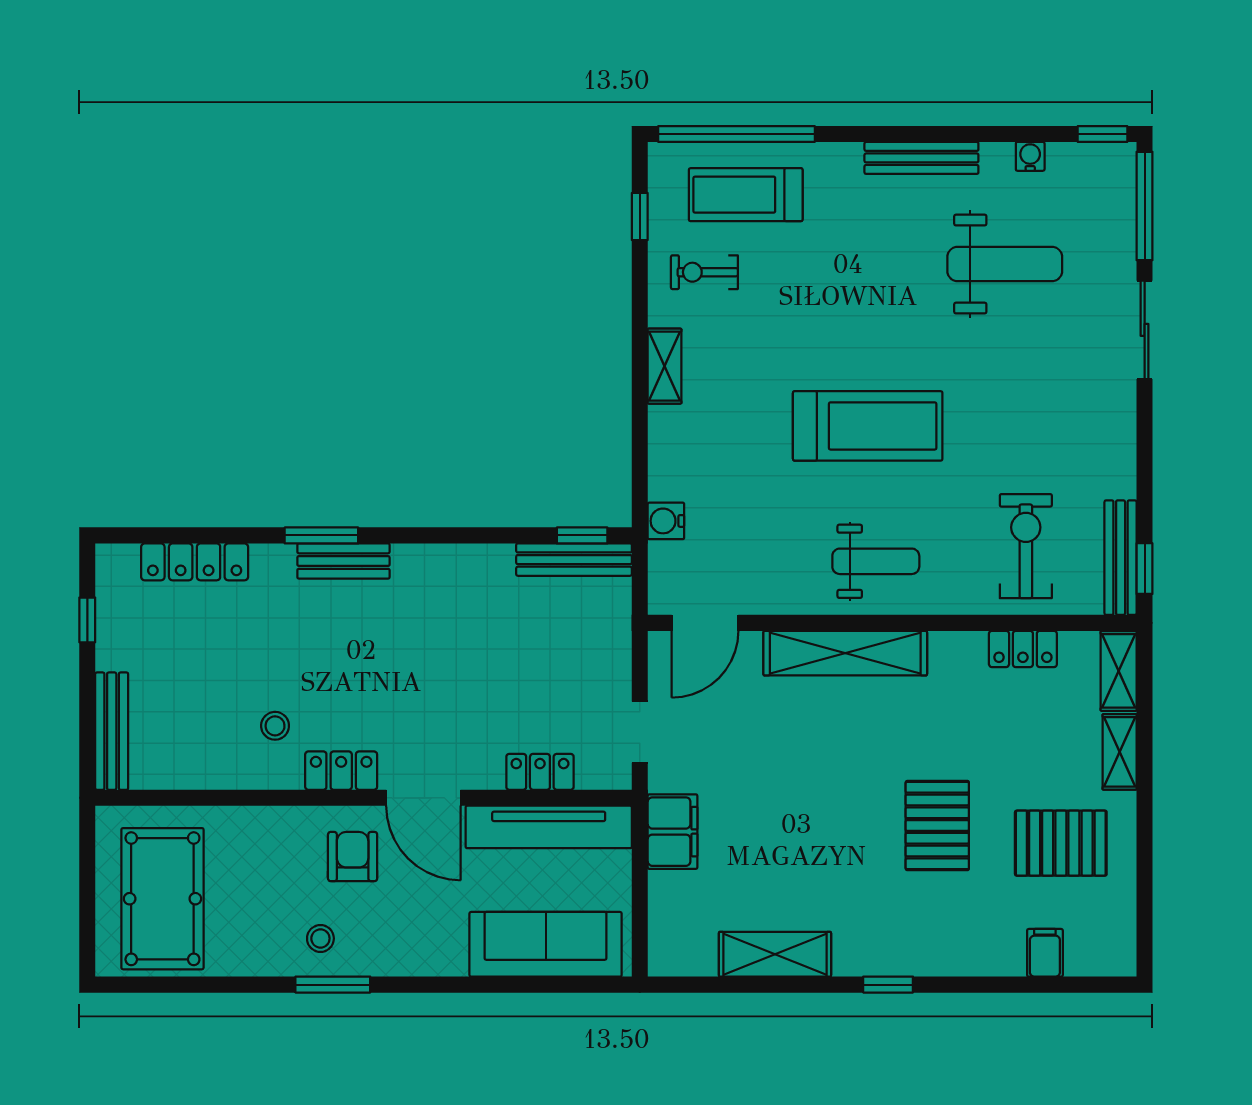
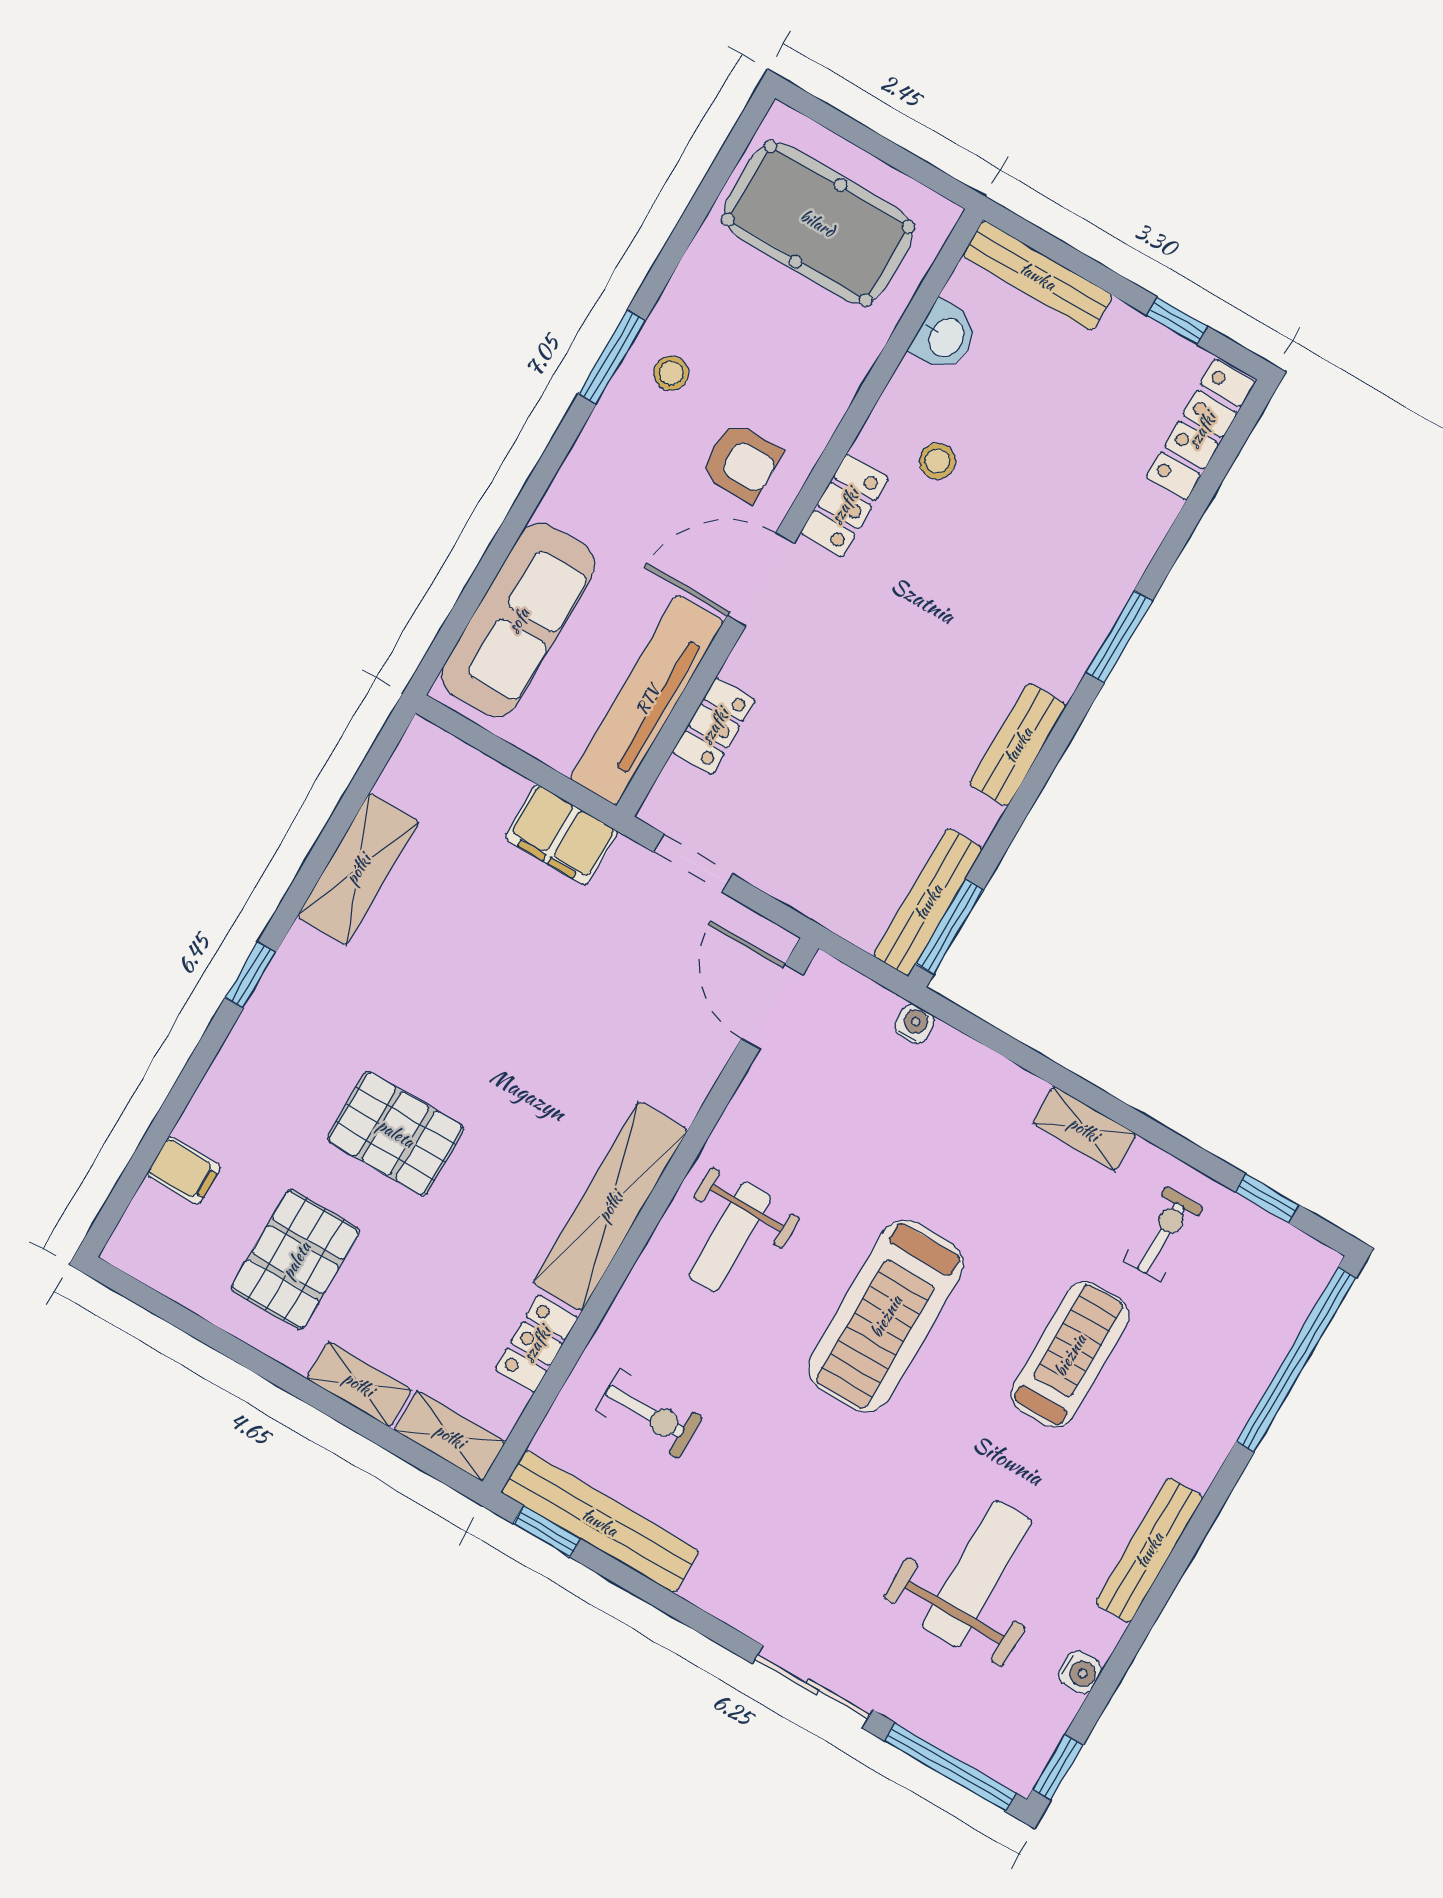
treadmill: (746, 195) -> (1070, 1355), moved
weight bench: (1005, 264) -> (977, 1574), turned 180
water cooler: (666, 521) -> (914, 1024), width x0.72, depth x0.72
window: (582, 535) -> (950, 927), width x1.50
exercise bike: (1026, 546) -> (649, 1414), width x0.73, depth x0.72
bench: (1121, 558) -> (600, 1522), width x1.37, depth x1.21
bench: (343, 561) -> (1018, 745), moved
locker: (195, 562) -> (1201, 430), moved
shelving: (845, 653) -> (610, 1206), moved
washbasin: (189, 769) -> (945, 337), added

